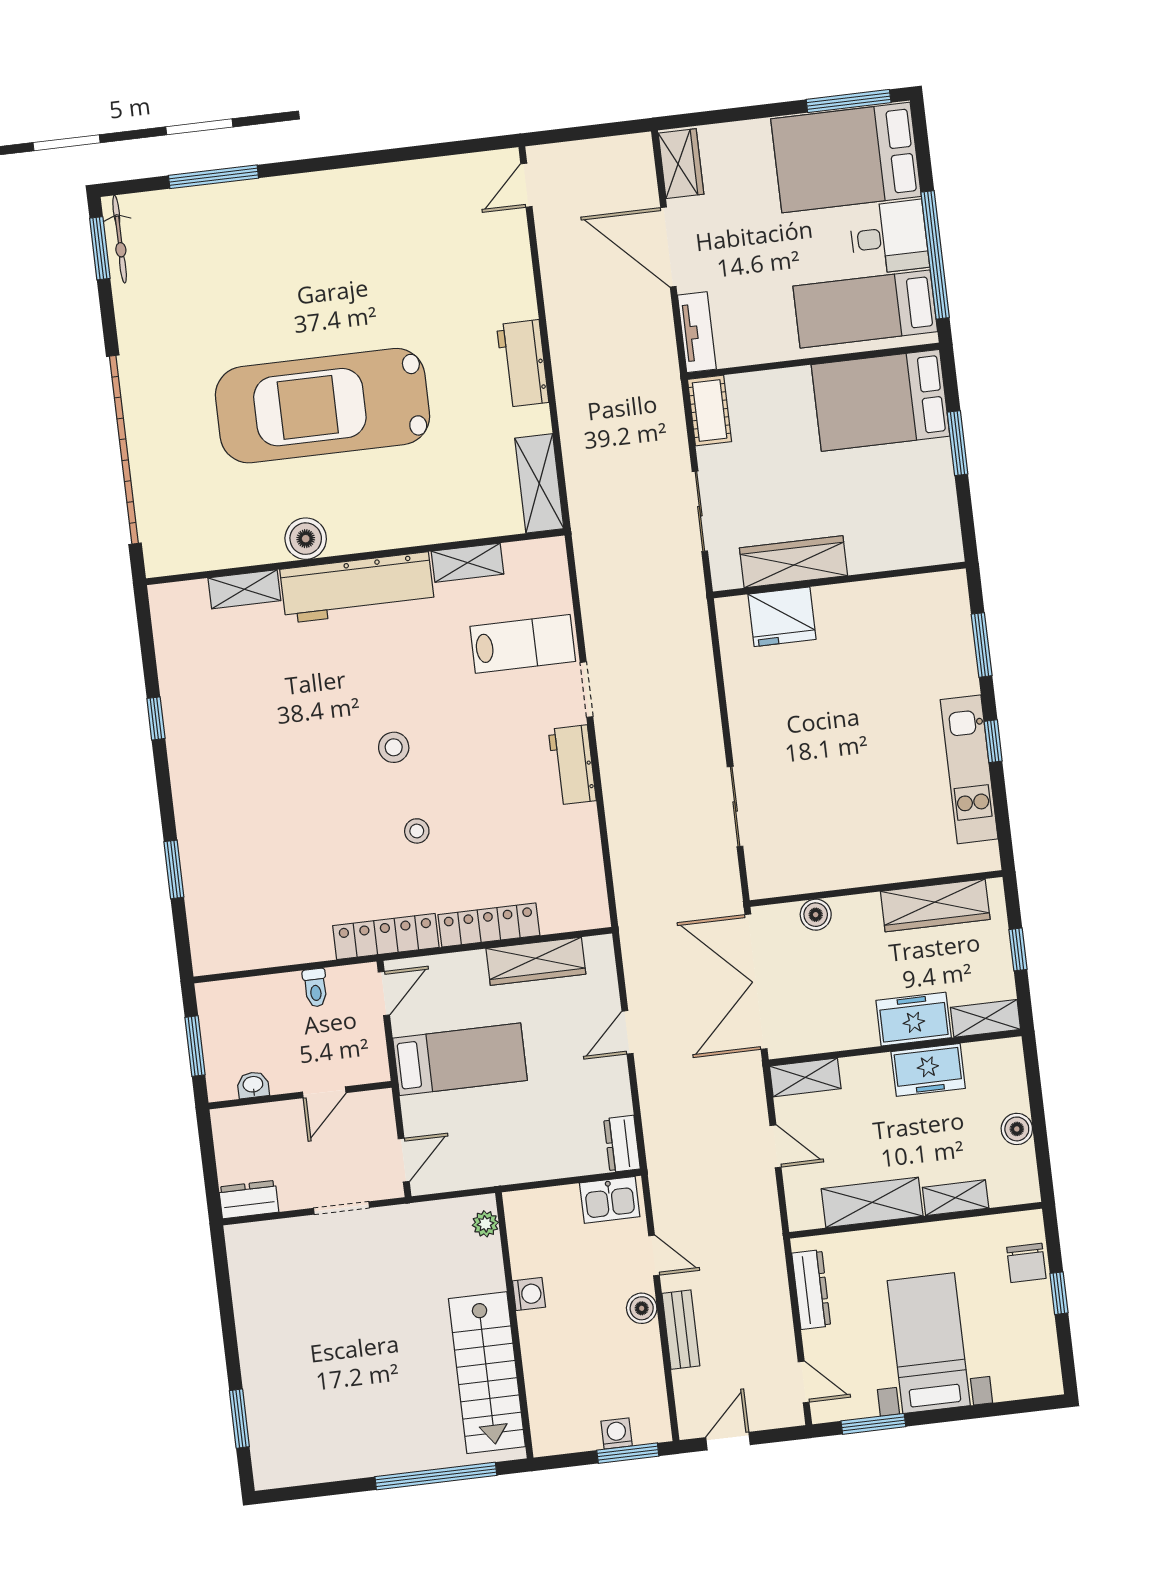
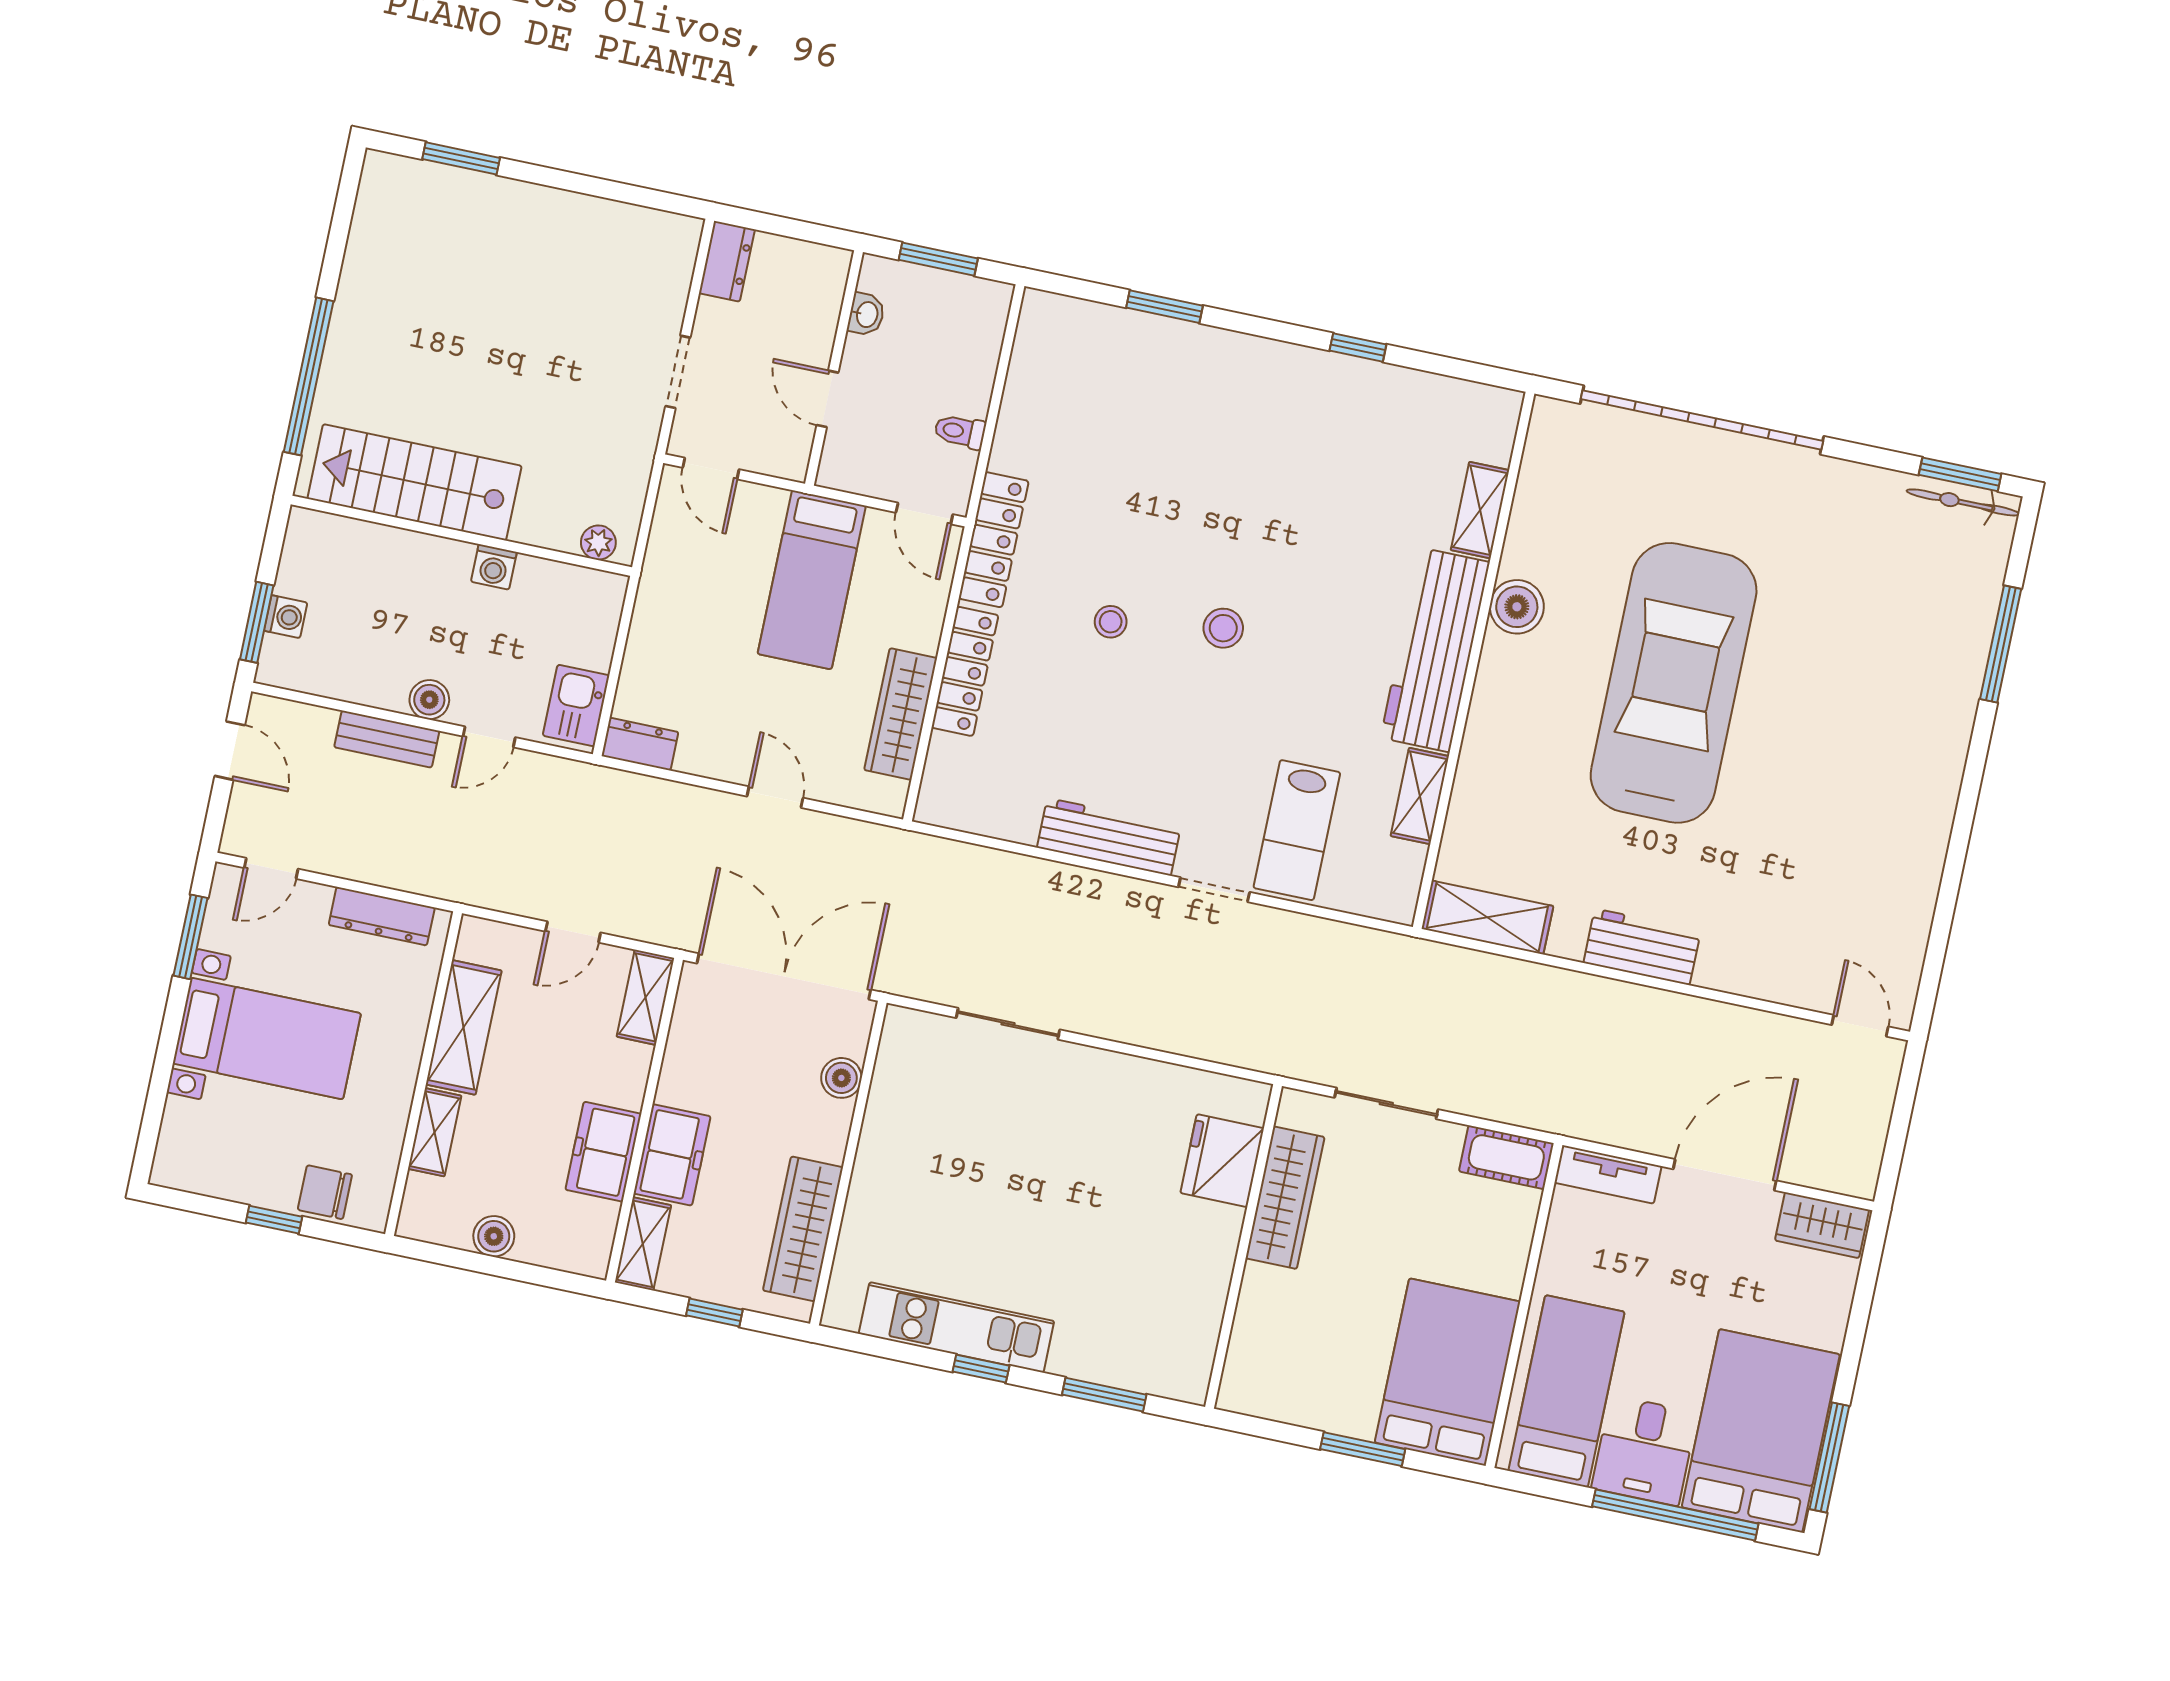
window: (935, 255) -> (1675, 1515), moved
workbench: (572, 765) -> (1109, 837), width x1.38

